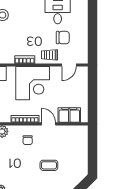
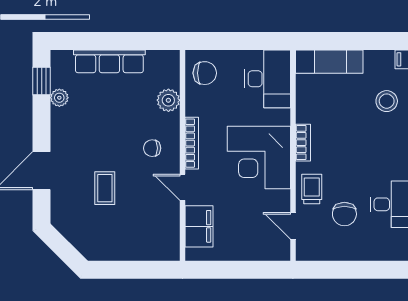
door: (48, 124) -> (182, 187), swing flipped

